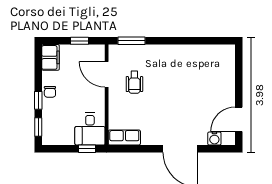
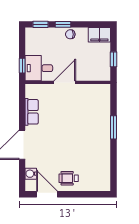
window: (131, 41) -> (113, 127), moved
door: (107, 74) -> (65, 82), moved
wheelchair: (134, 82) -> (69, 178), moved
row of seats: (124, 137) -> (32, 112), moved

